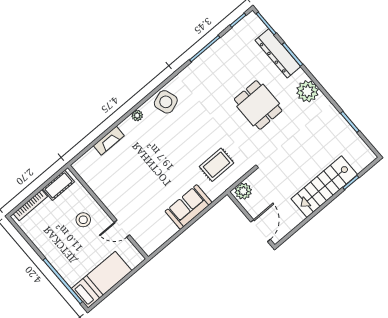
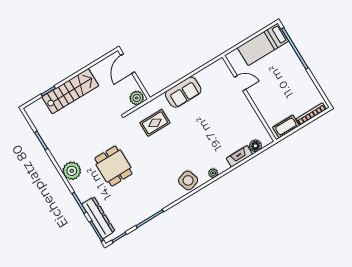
dresser: (278, 53) -> (98, 218), moved
floor lamp: (91, 156) -> (255, 146), added
stool: (83, 220) -> (270, 95), removed

